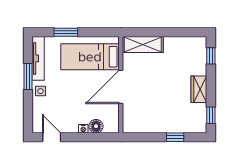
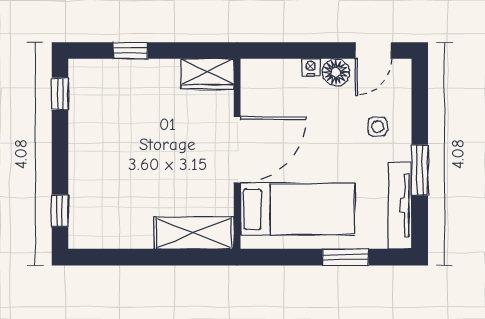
wardrobe: (199, 89) -> (207, 74), moved, turned 90
side table: (41, 91) -> (378, 127), moved
floor lamp: (96, 126) -> (336, 72), moved
door: (52, 137) -> (373, 50), hinge flipped

